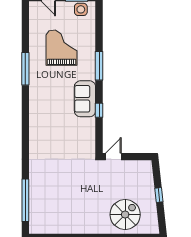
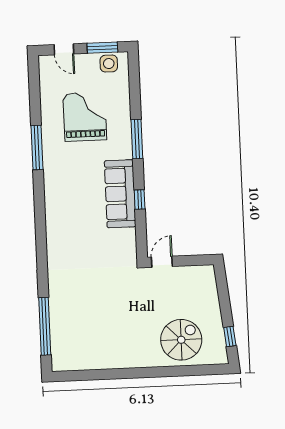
sofa: (85, 99) -> (120, 194), width x1.36
window: (159, 195) -> (230, 337), moved

